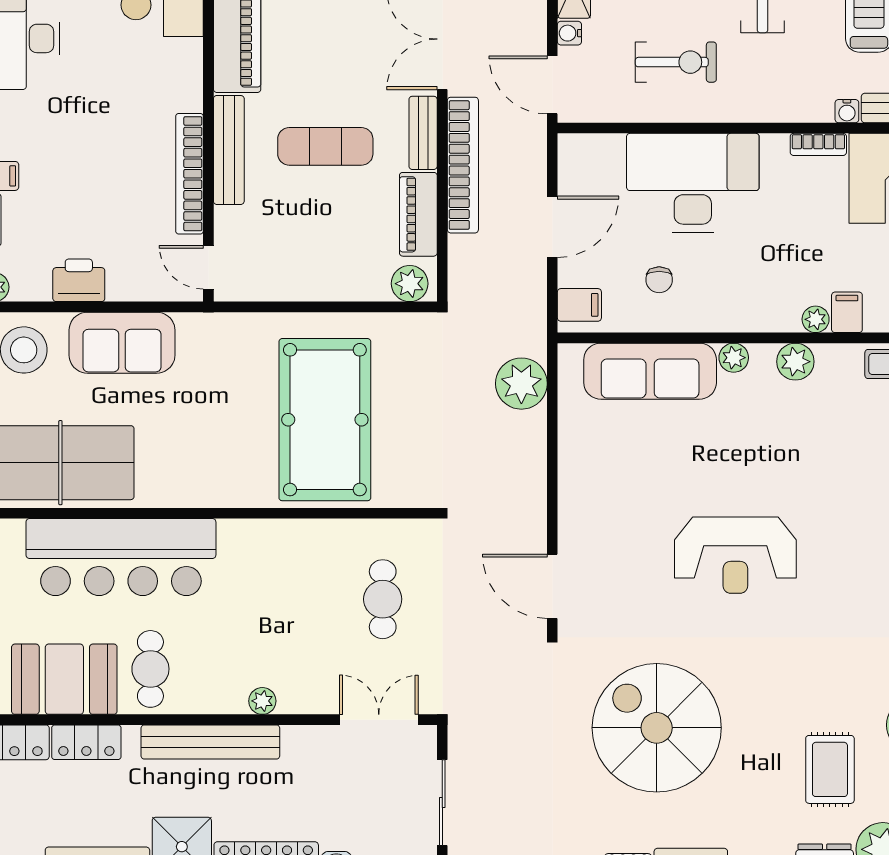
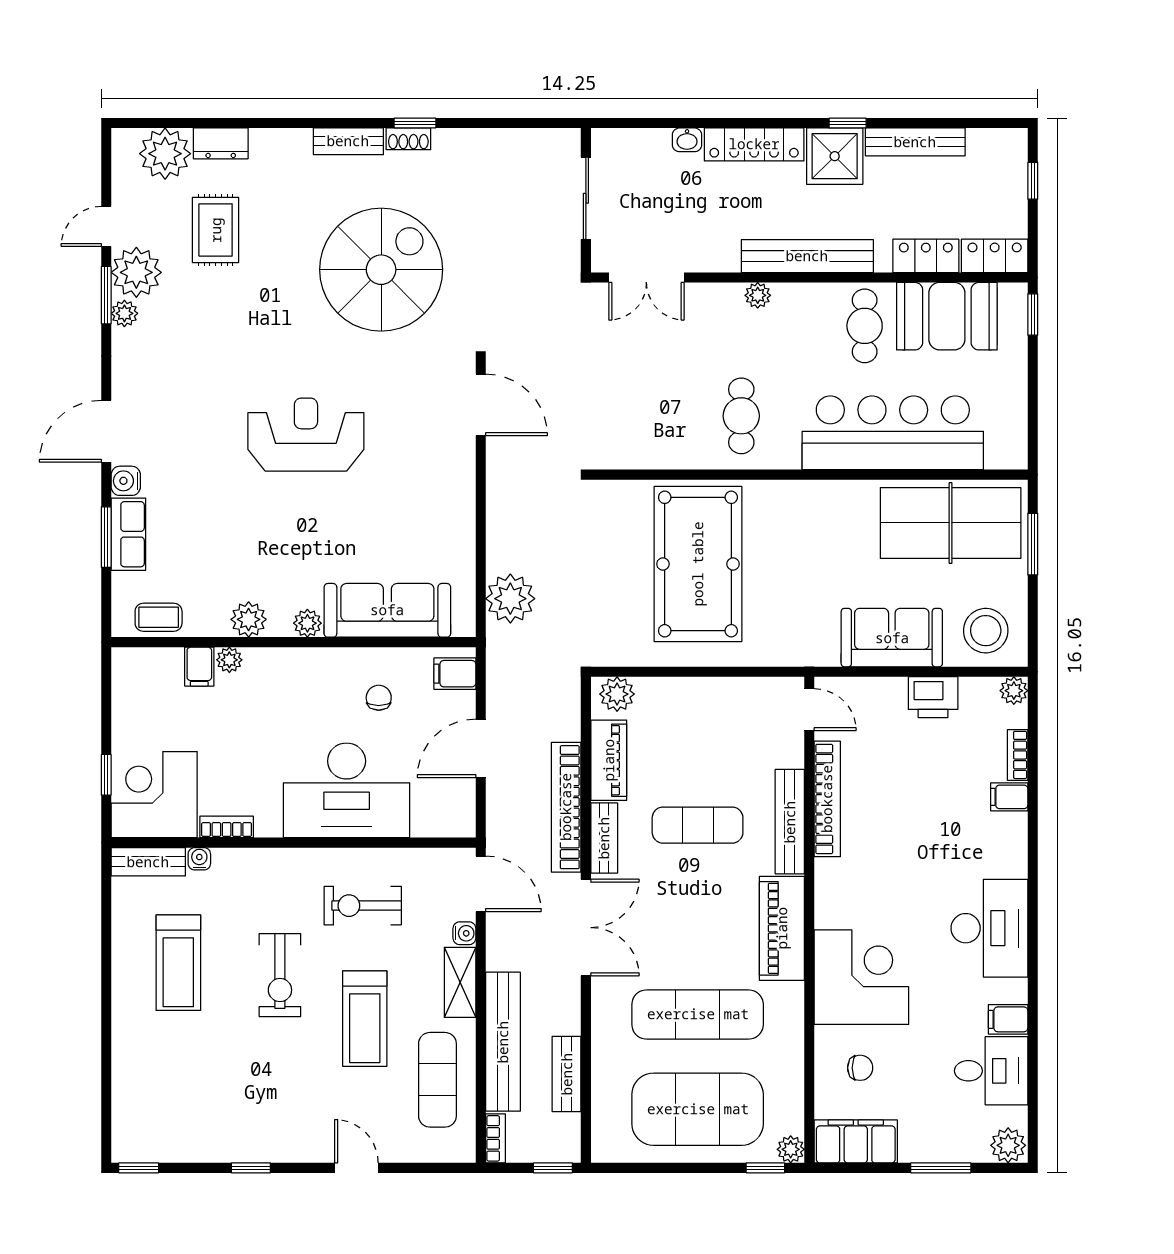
cafe table: (383, 599) -> (741, 416), moved
spiral stairs: (657, 728) -> (381, 270), turned -90

